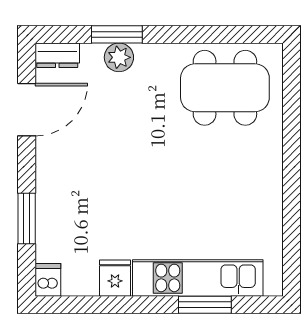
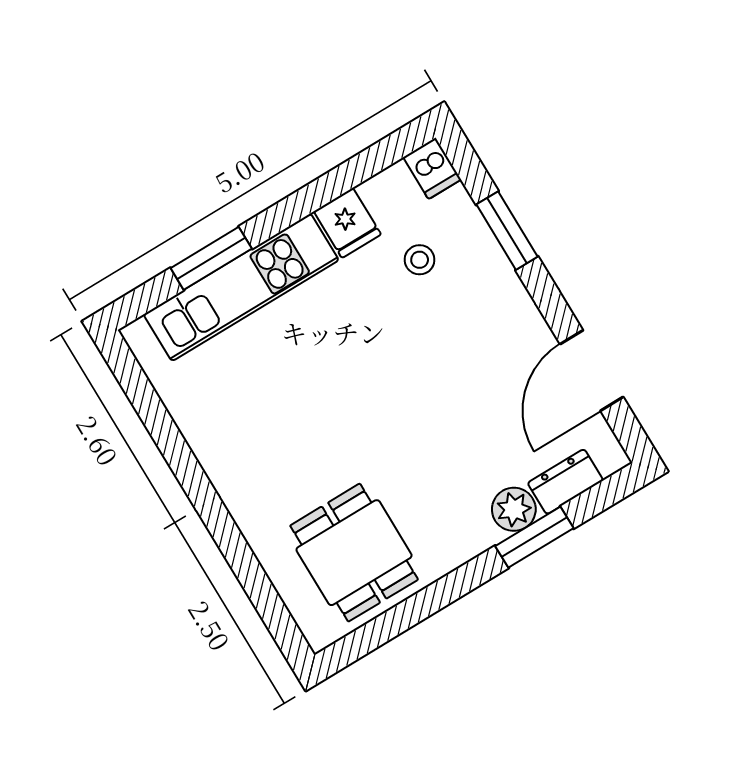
dresser: (57, 55) -> (565, 482), moved
dining table: (225, 88) -> (354, 553), width x0.73
stool: (87, 232) -> (420, 260), added

